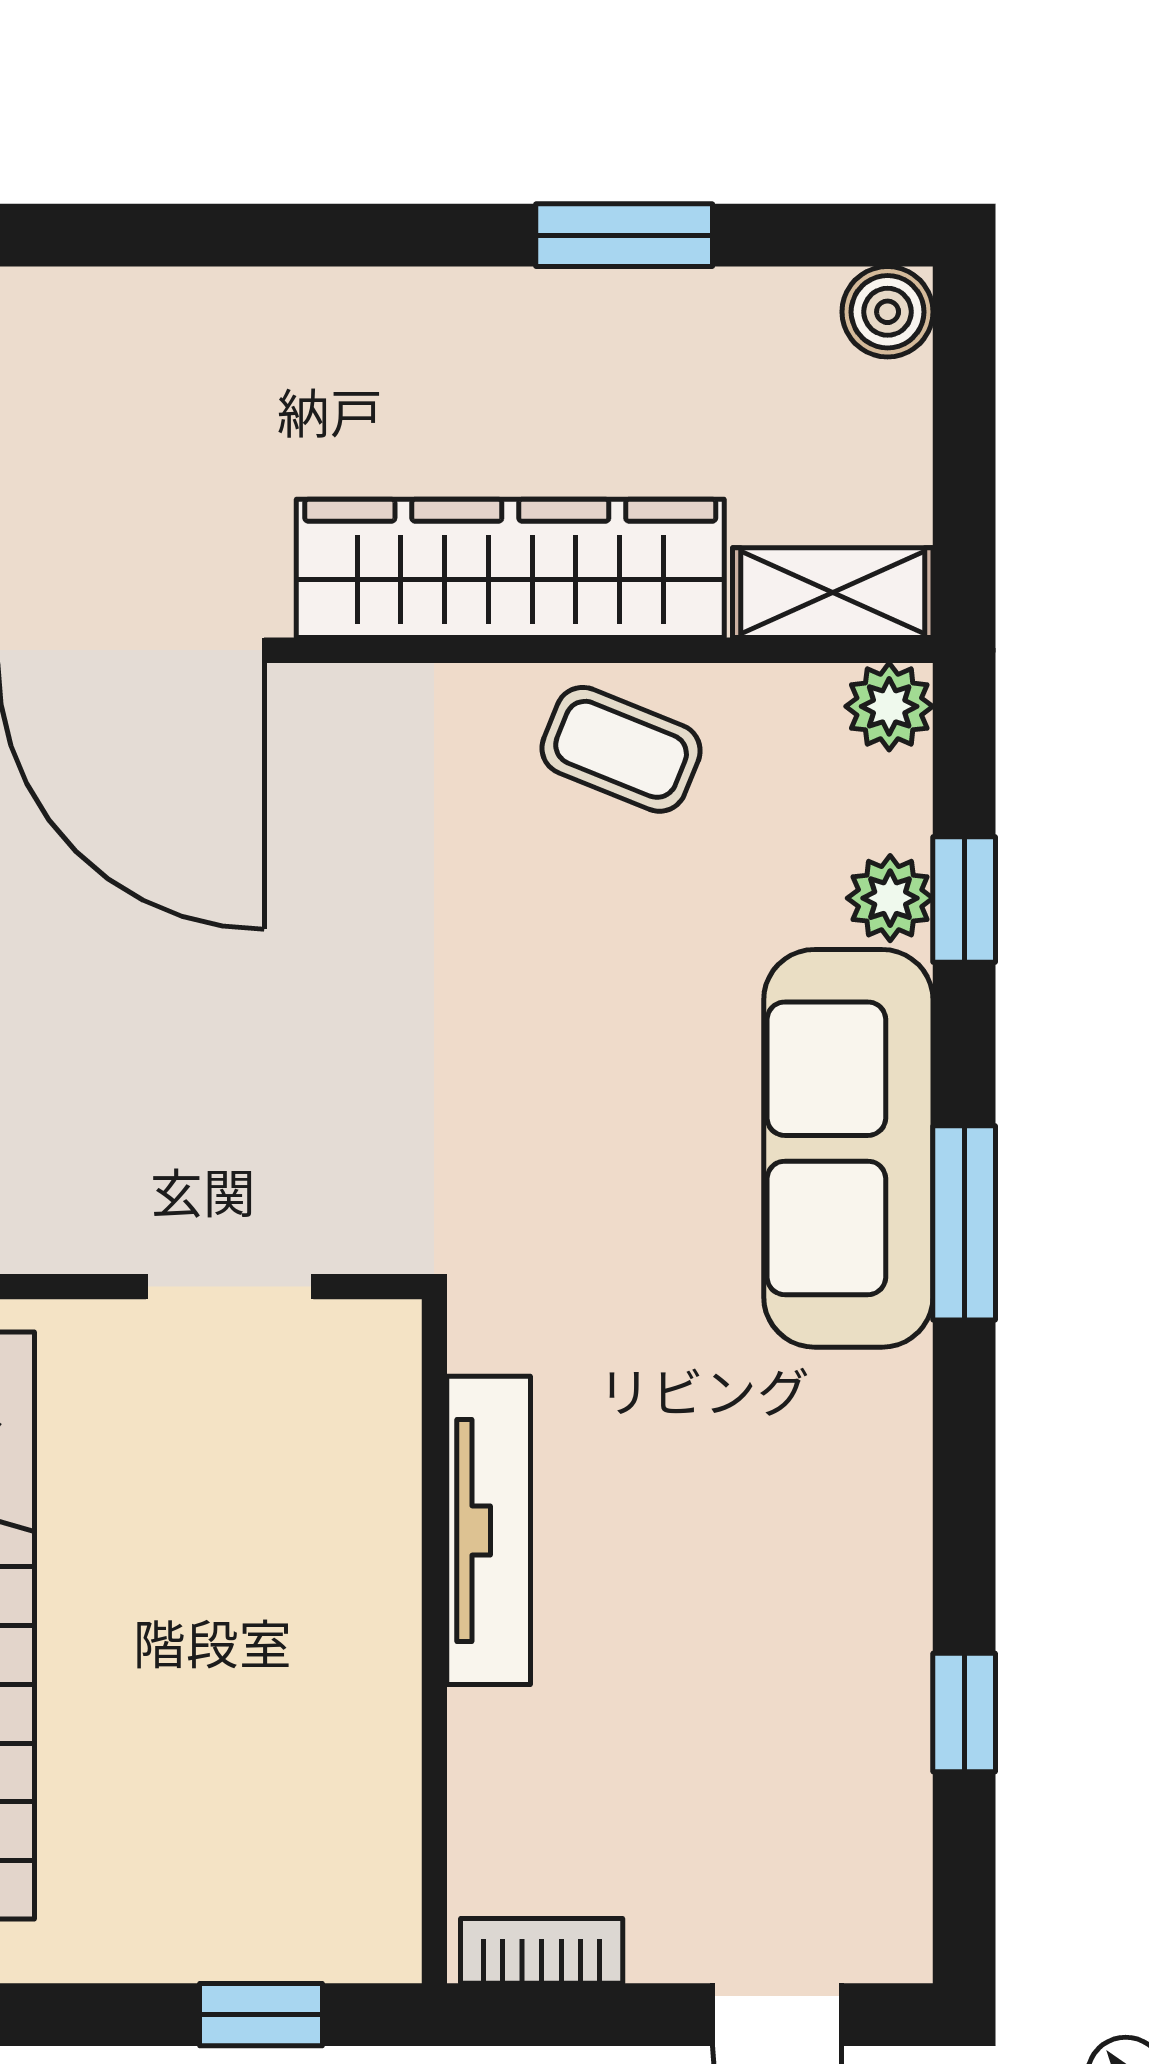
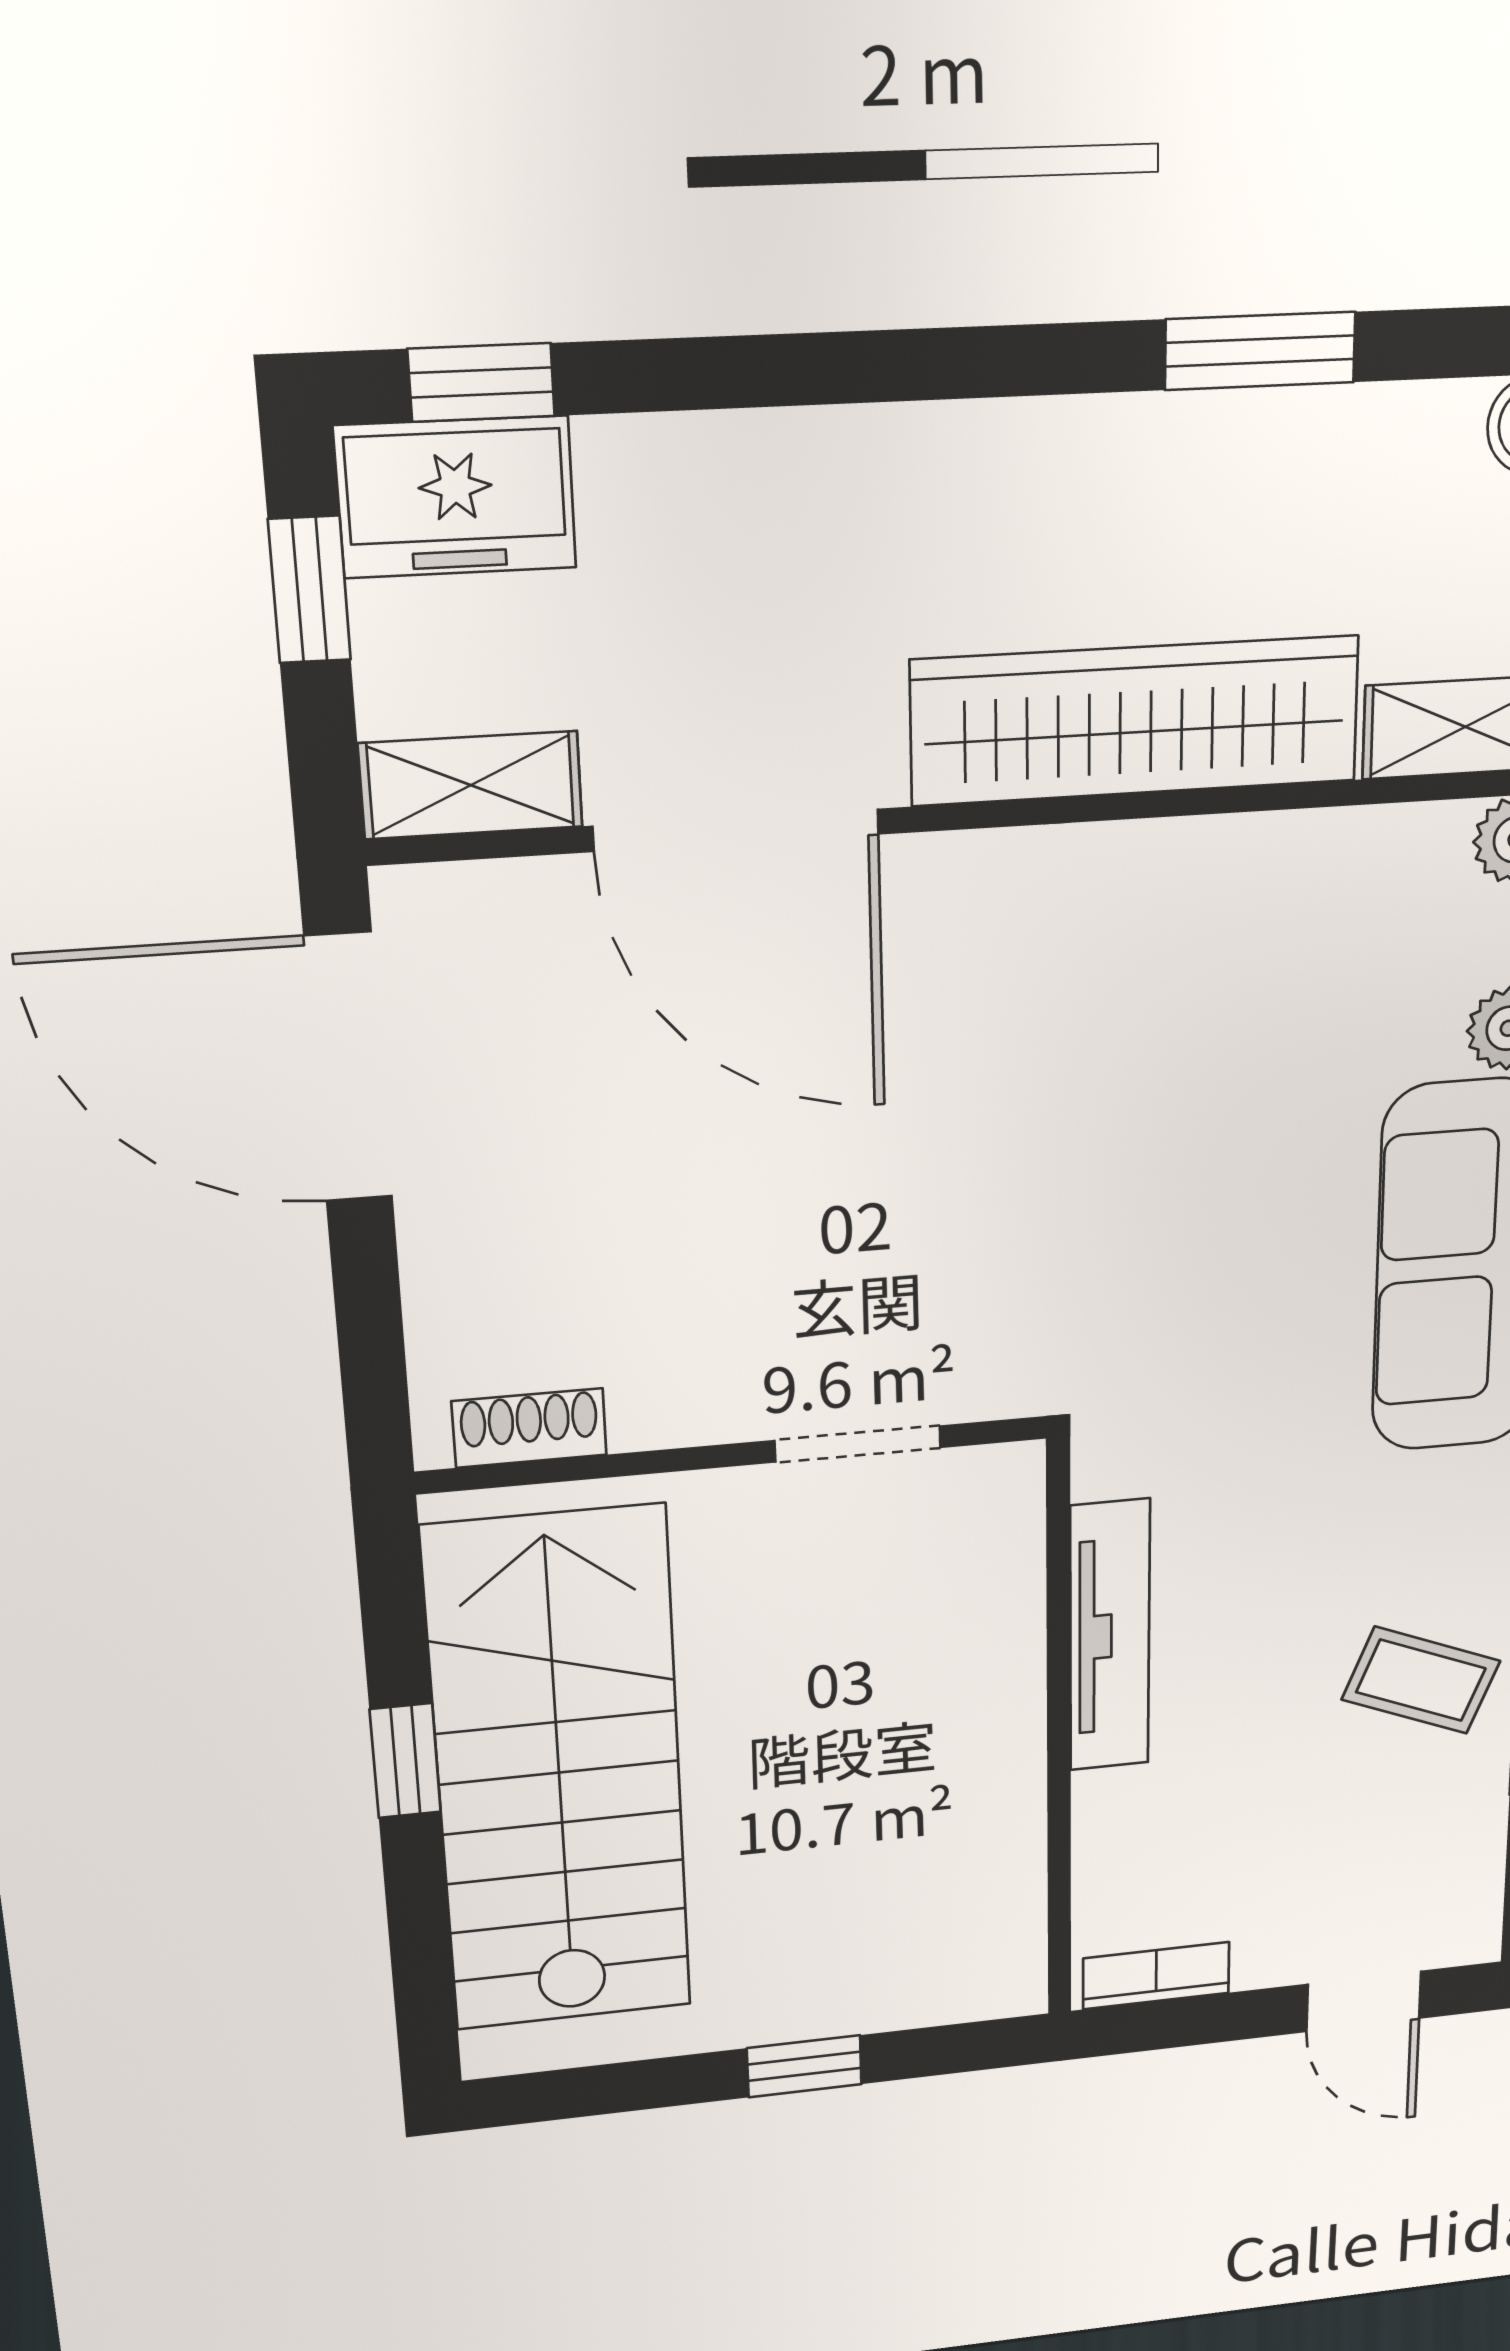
coffee table: (621, 749) -> (1421, 1680), moved
window: (261, 2015) -> (804, 2066), moved

